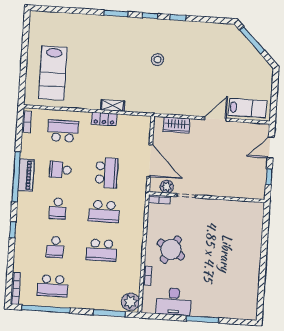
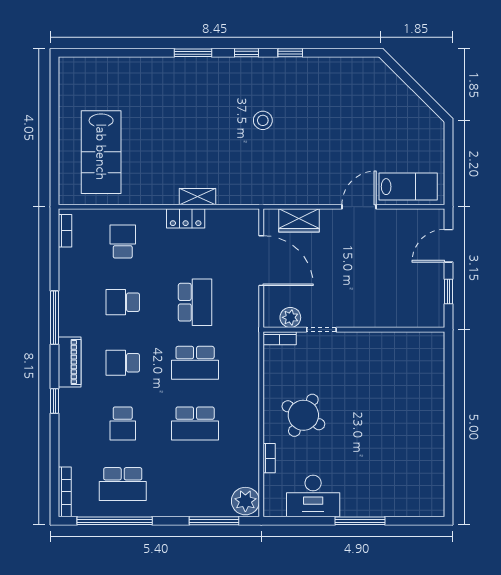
window: (252, 40) -> (408, 80), removed
school desk: (63, 131) -> (123, 242), width x0.54
door: (150, 161) -> (261, 261), moved
piano: (26, 175) -> (70, 362), moved
window: (16, 177) -> (55, 318), width x0.68
school desk: (58, 208) -> (123, 363), turned 90

